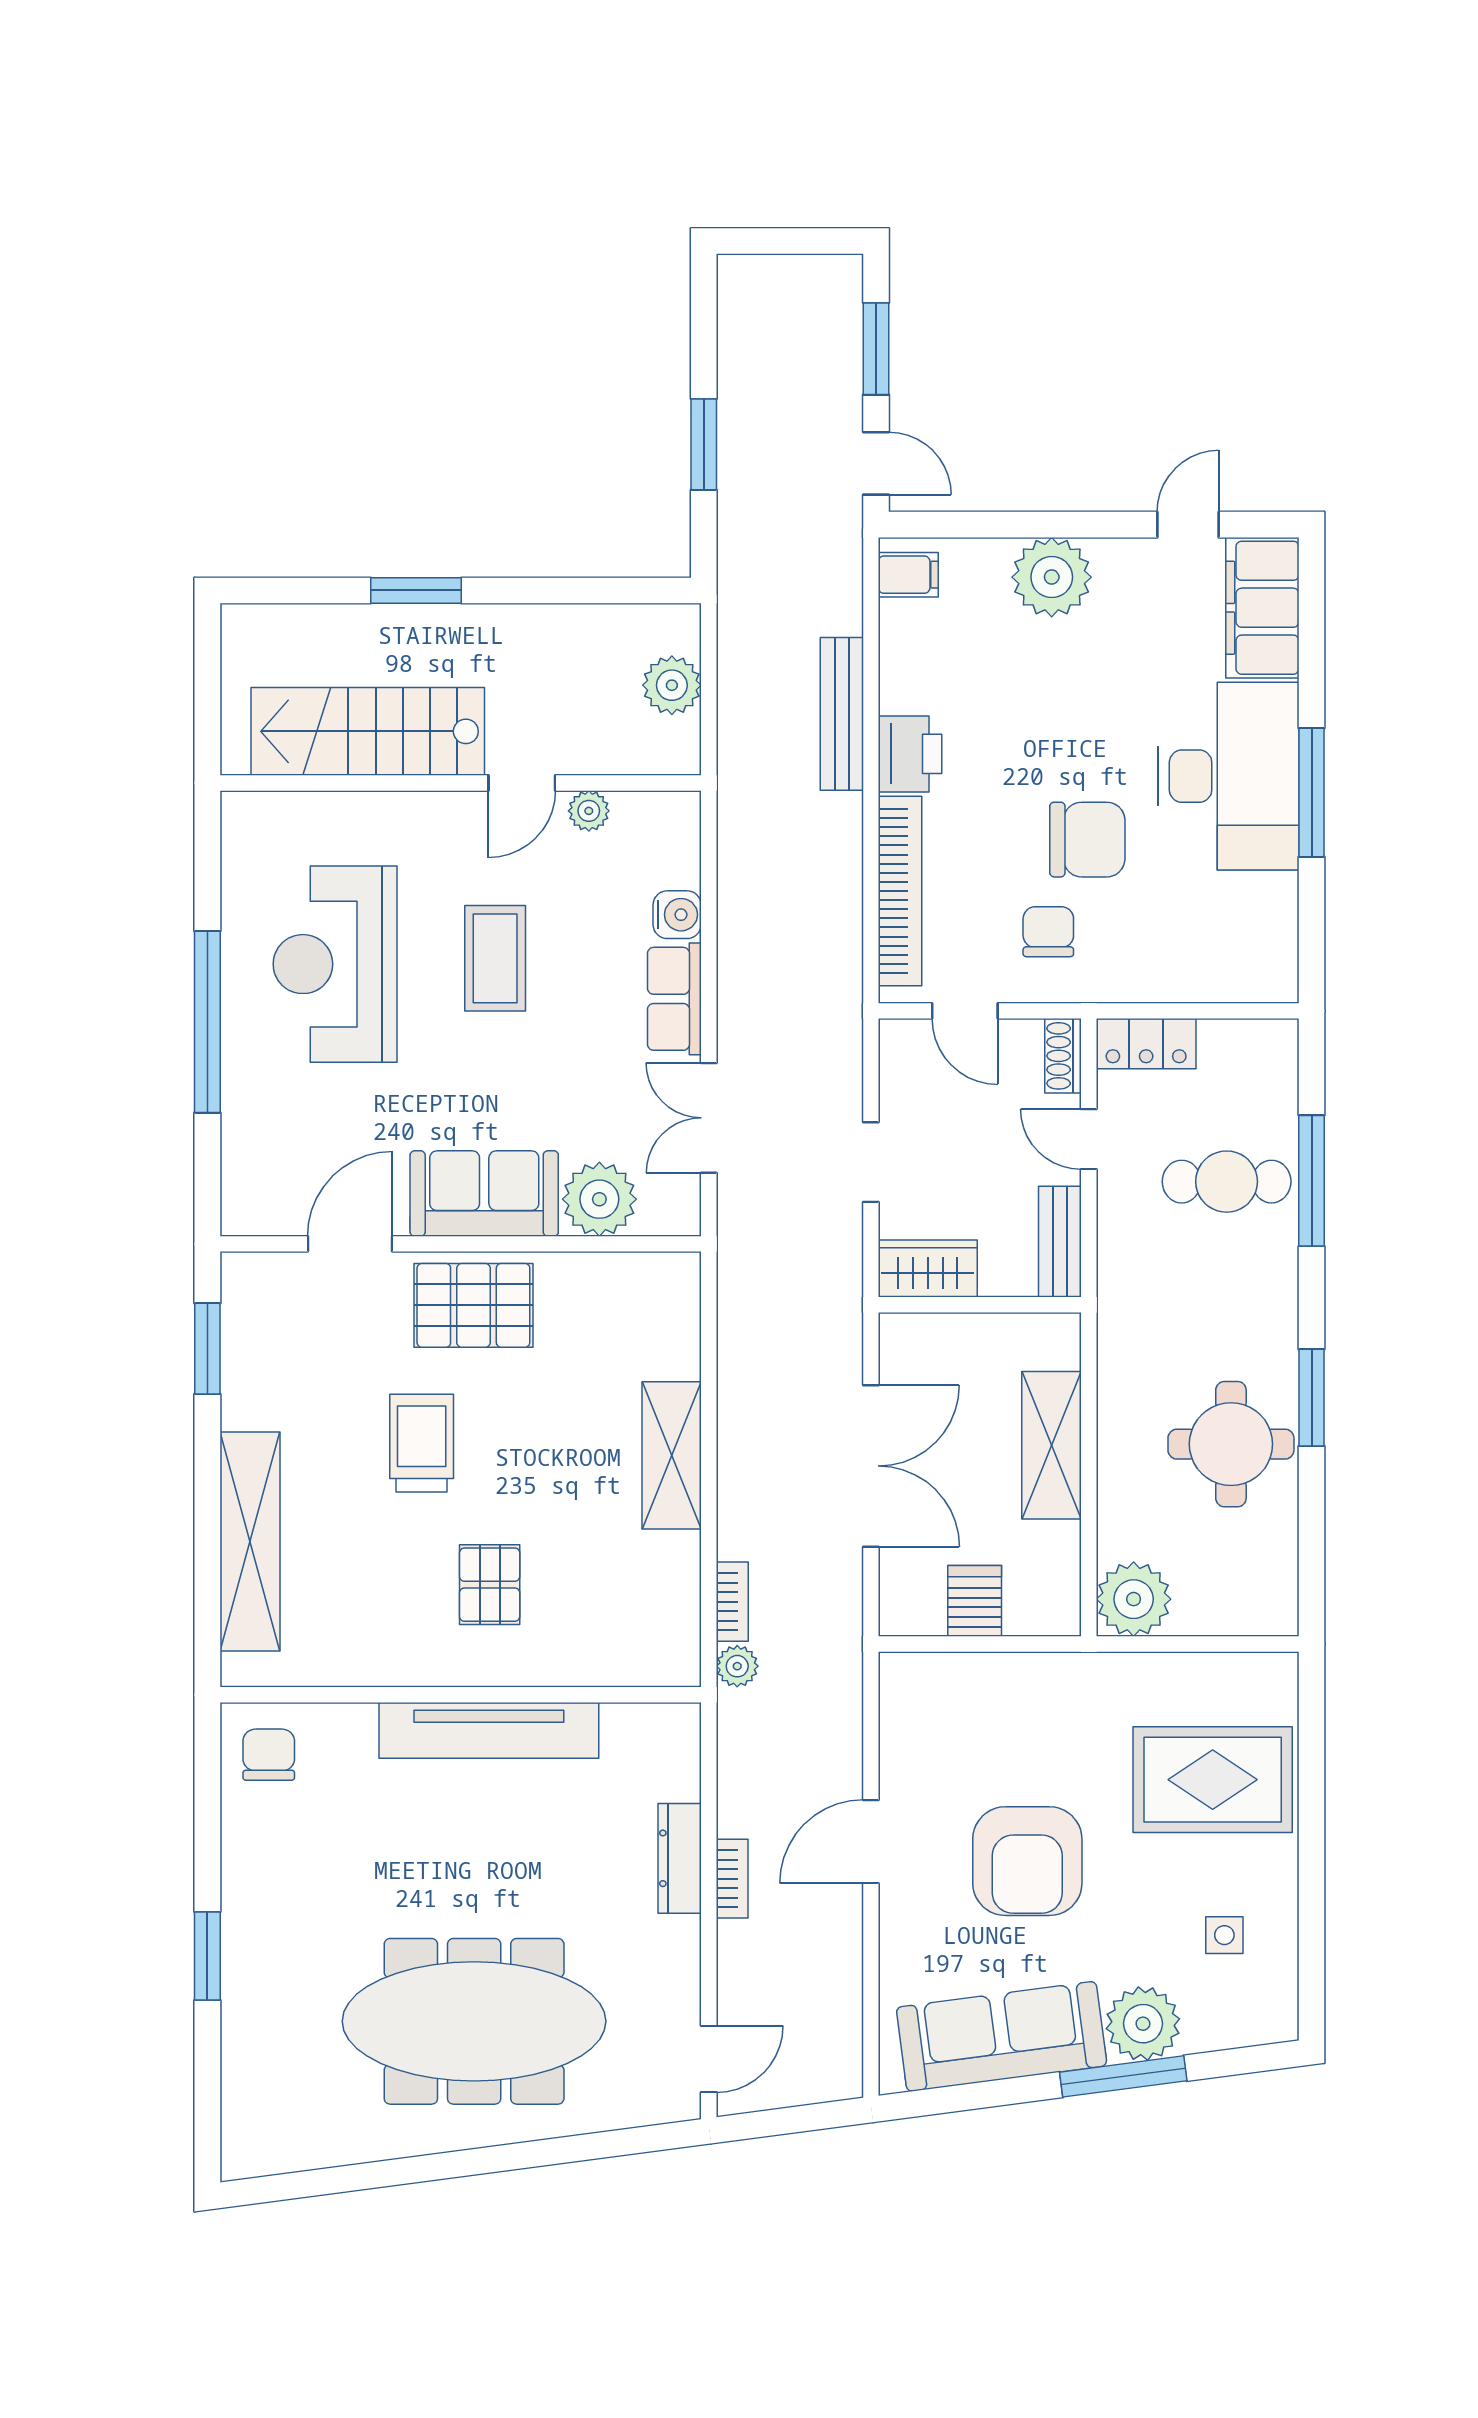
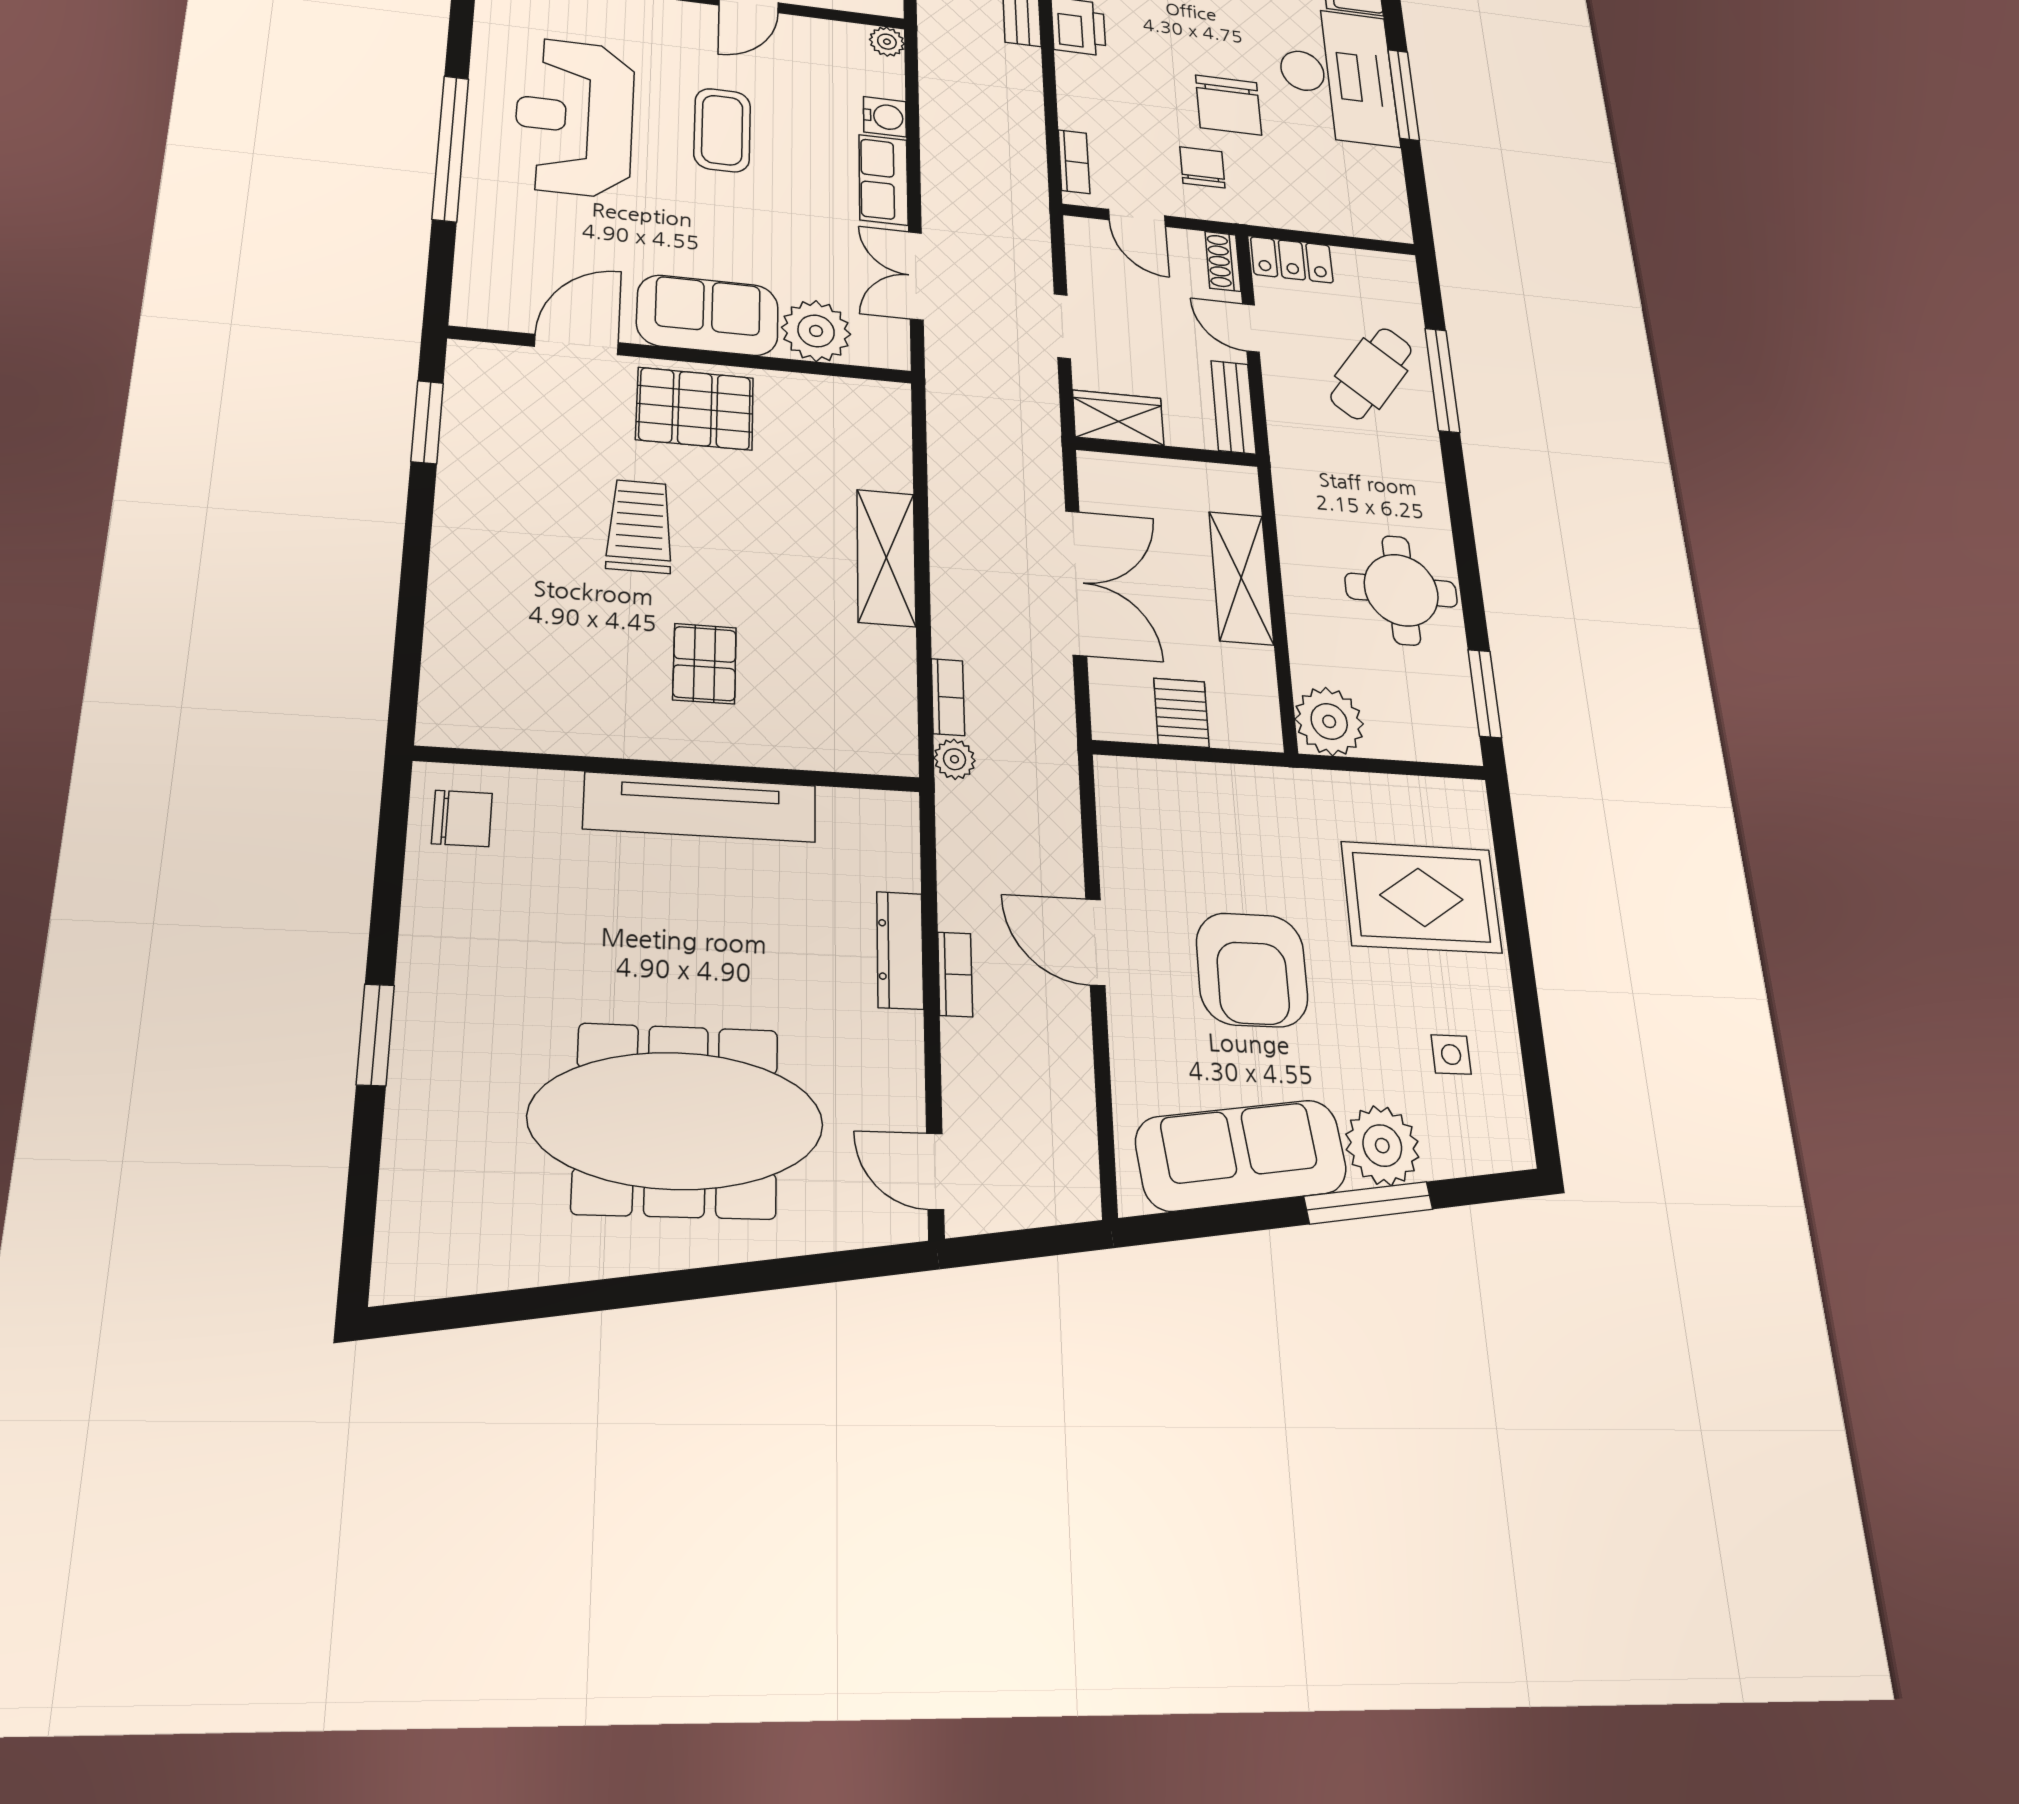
plant: (589, 811) -> (887, 42), moved
chair: (1087, 840) -> (1229, 105), turned 90
bookcase: (900, 891) -> (1074, 162), width x0.43, depth x0.76
cafe table: (1227, 1182) -> (1371, 373), turned -53
window: (1312, 1398) -> (1485, 693), moved
shelving: (250, 1542) -> (457, 604), removed
chair: (269, 1755) -> (462, 818), turned 90
door: (871, 1842) -> (1095, 942), hinge flipped
door: (709, 2059) -> (935, 1171), swing flipped

